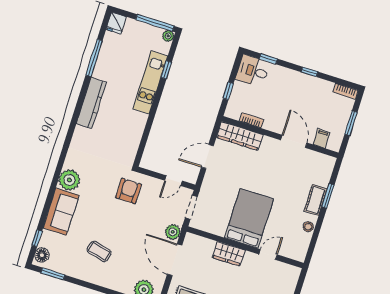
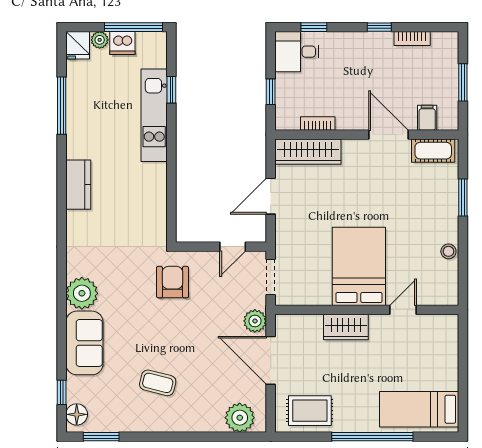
dishwasher: (145, 31) -> (122, 43), added
plant: (168, 36) -> (100, 40), moved
bookcase: (346, 91) -> (412, 38), moved
kitchen counter: (91, 103) -> (78, 185), width x0.67
cot: (316, 200) -> (433, 151), moved, turned 90

